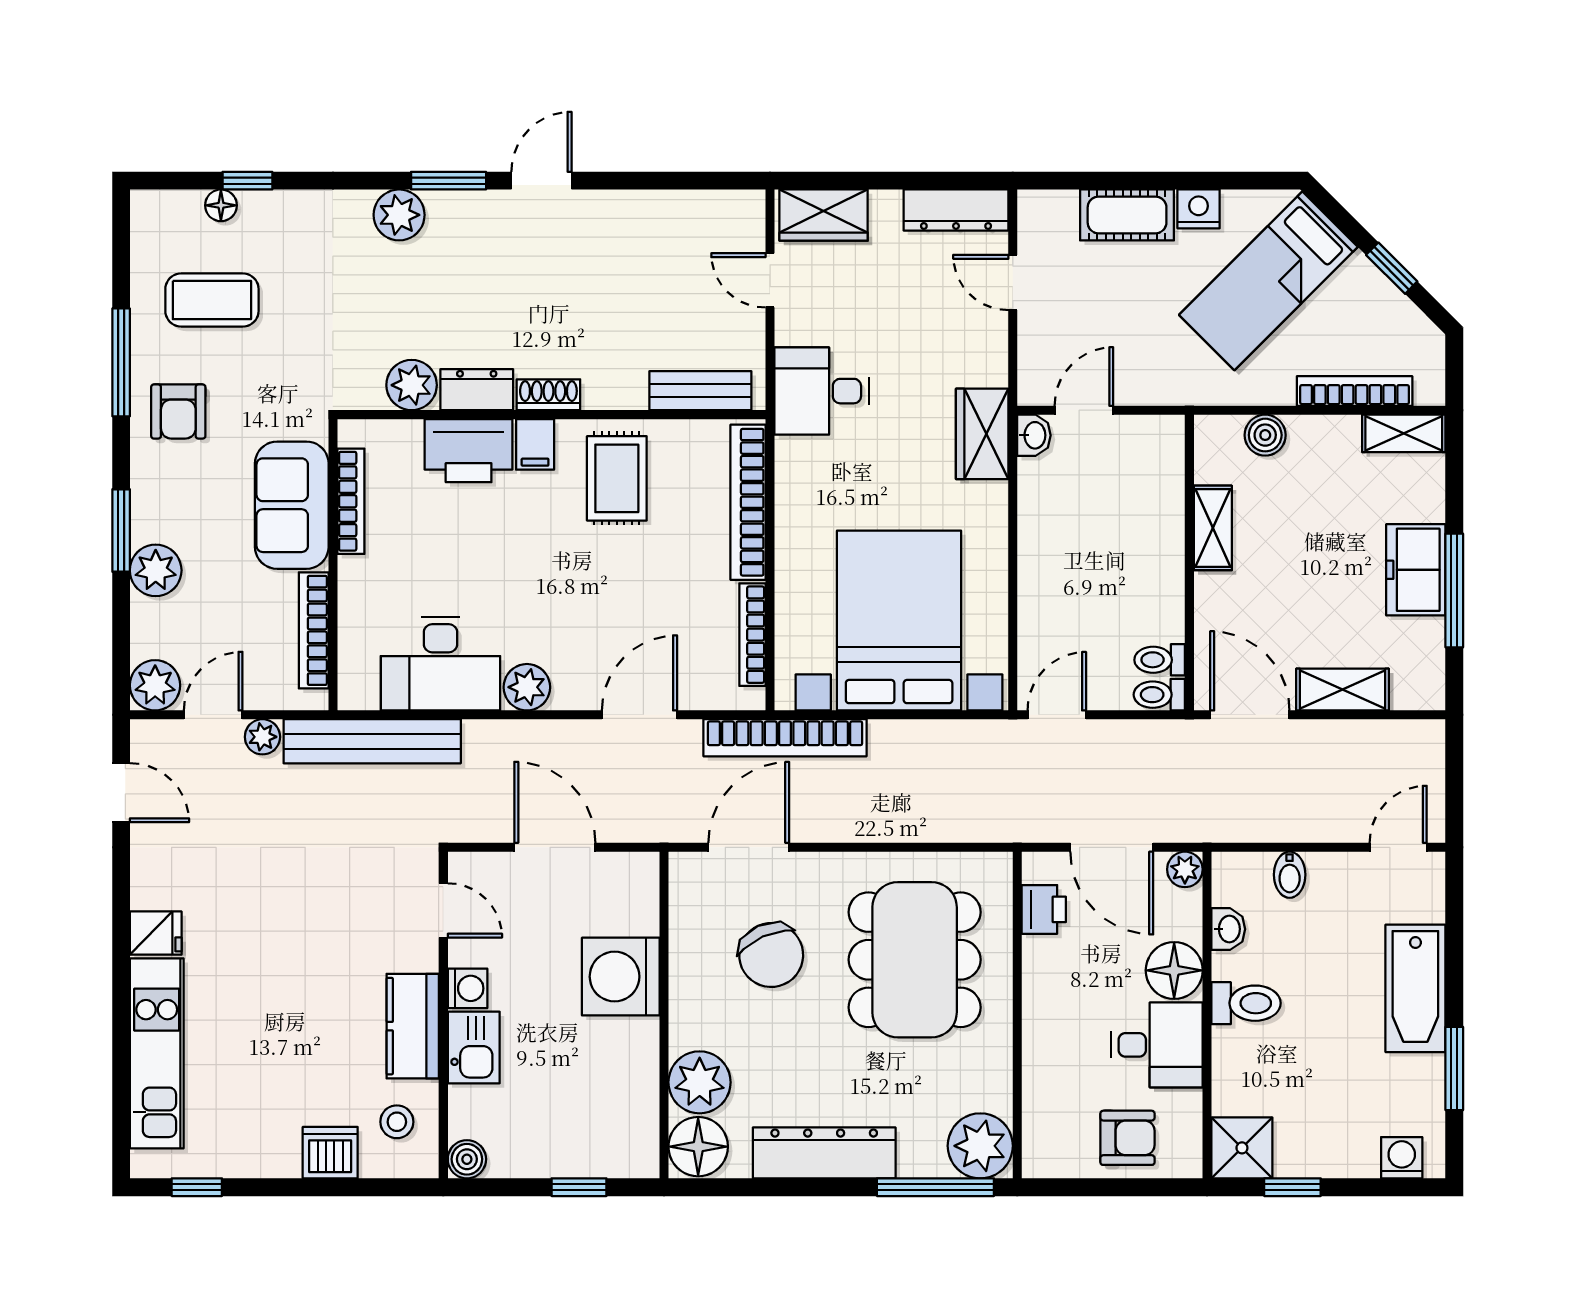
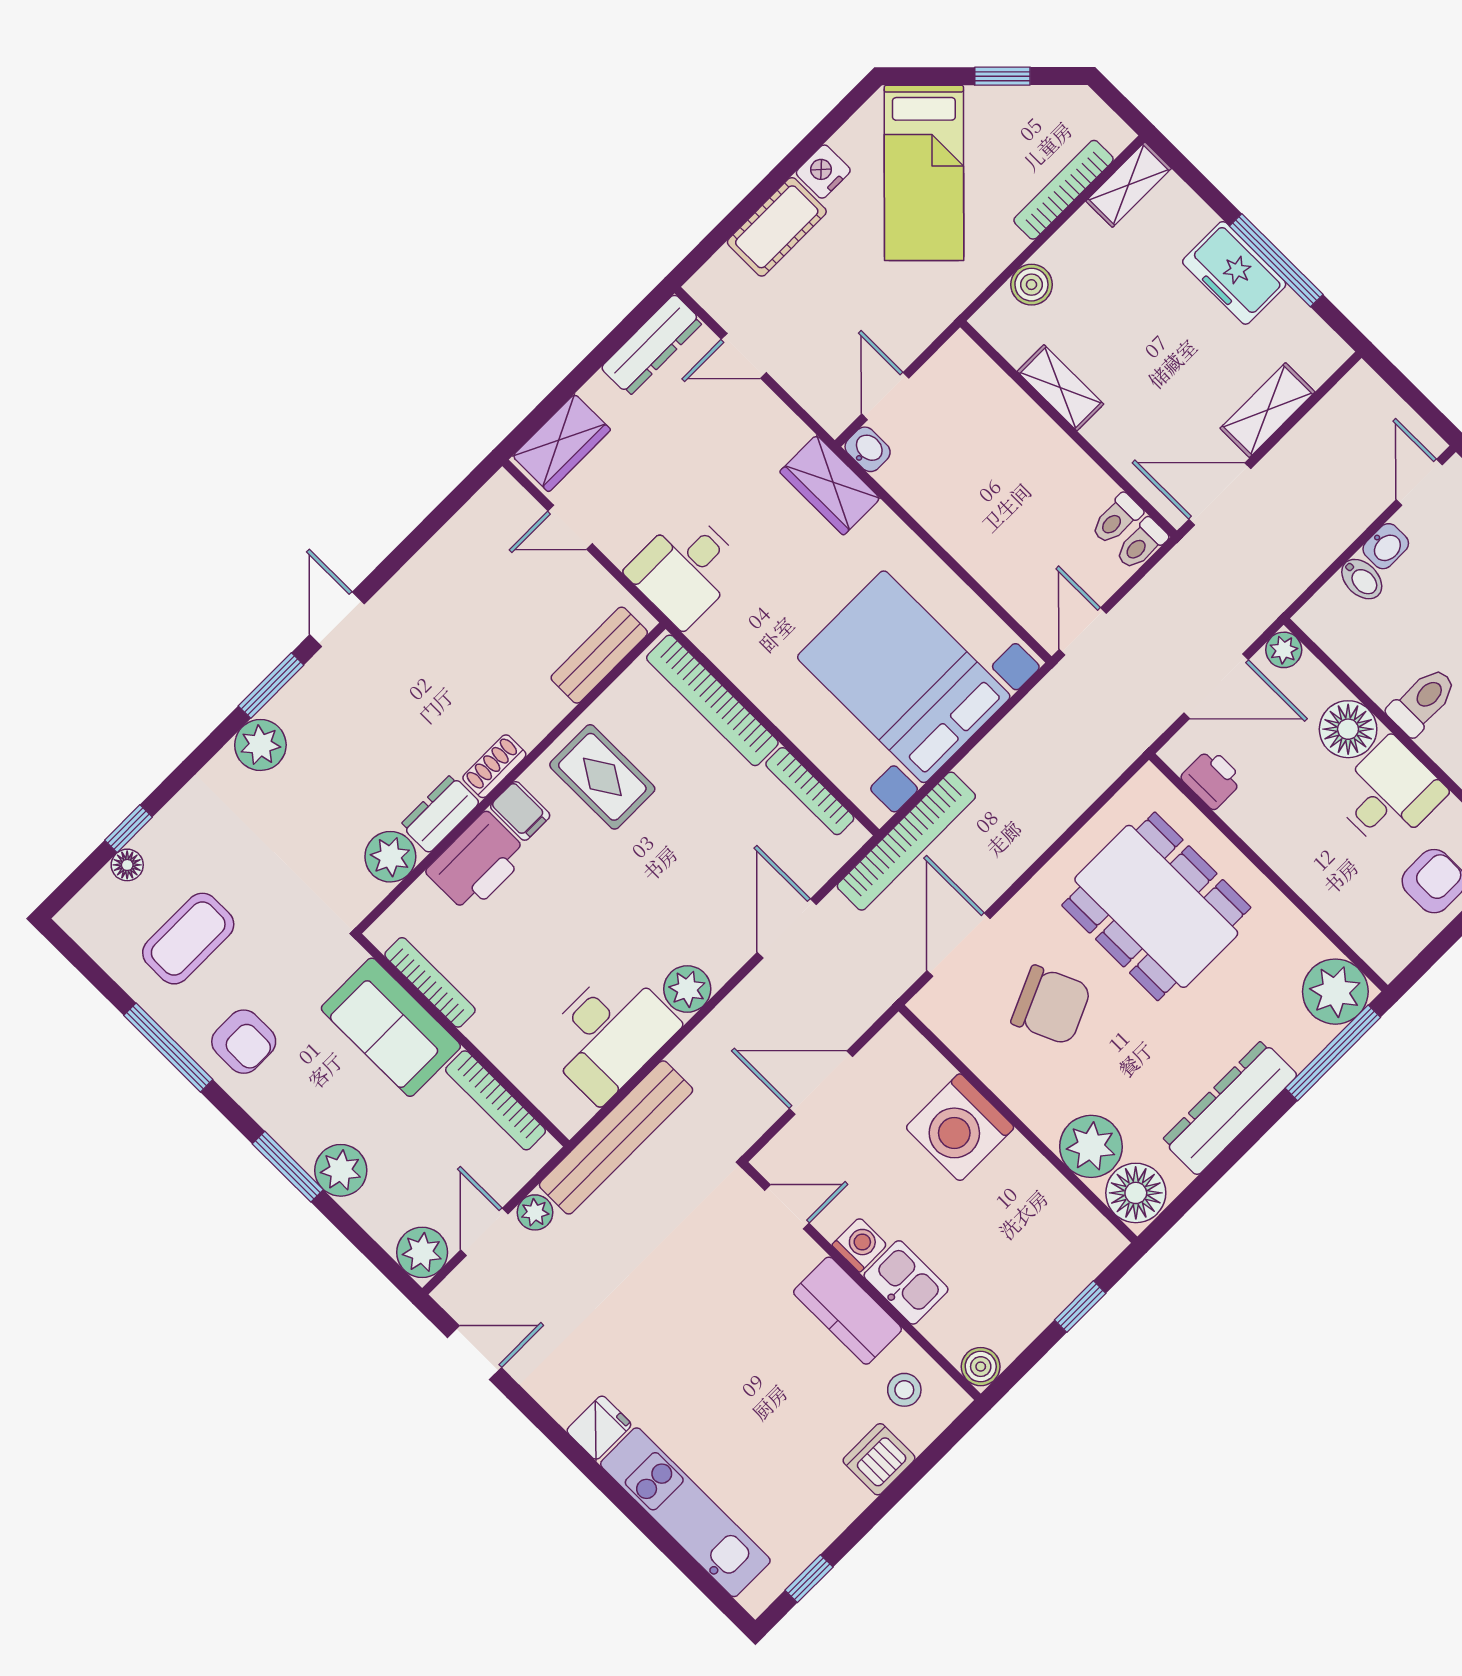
washbasin: (1228, 929) -> (1386, 546), moved, turned 90

